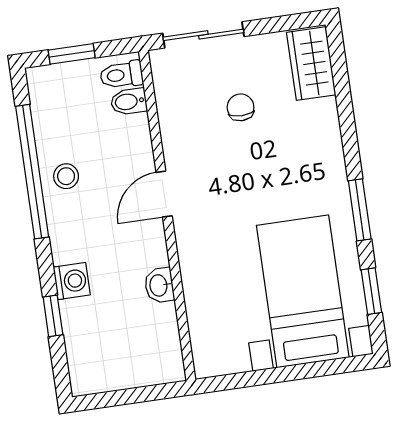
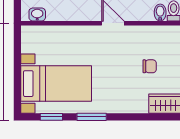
washbasin: (159, 285) -> (37, 14), moved

